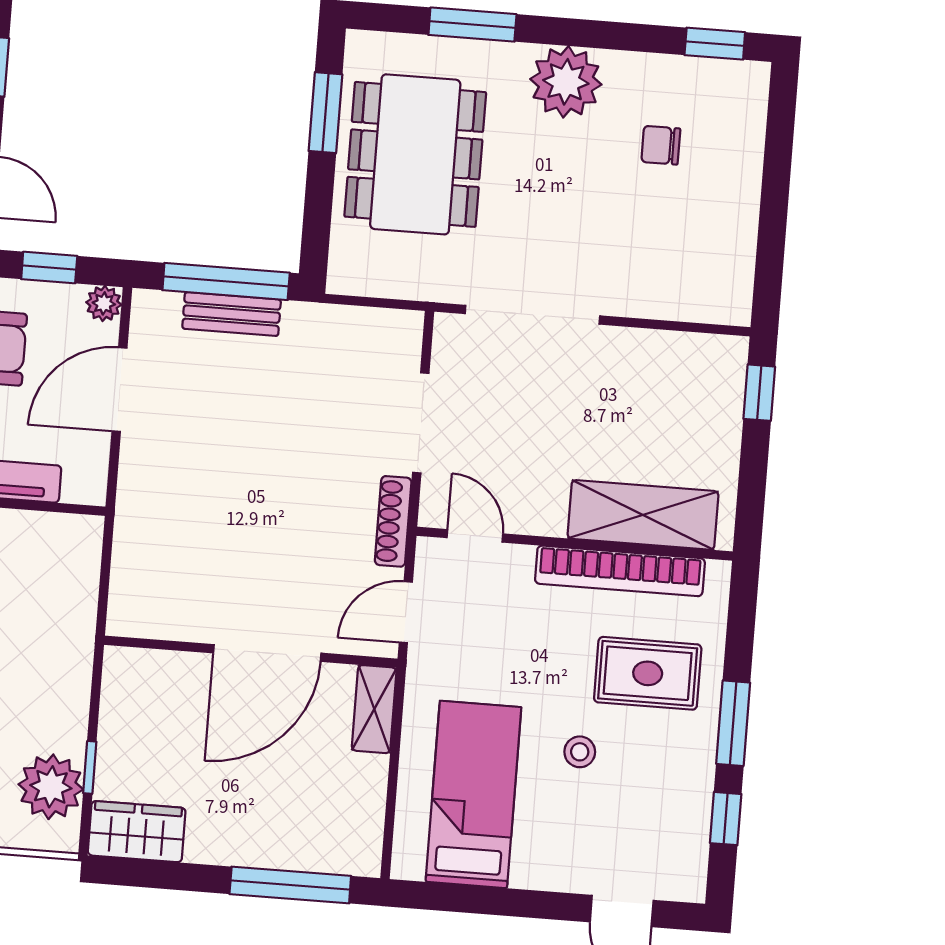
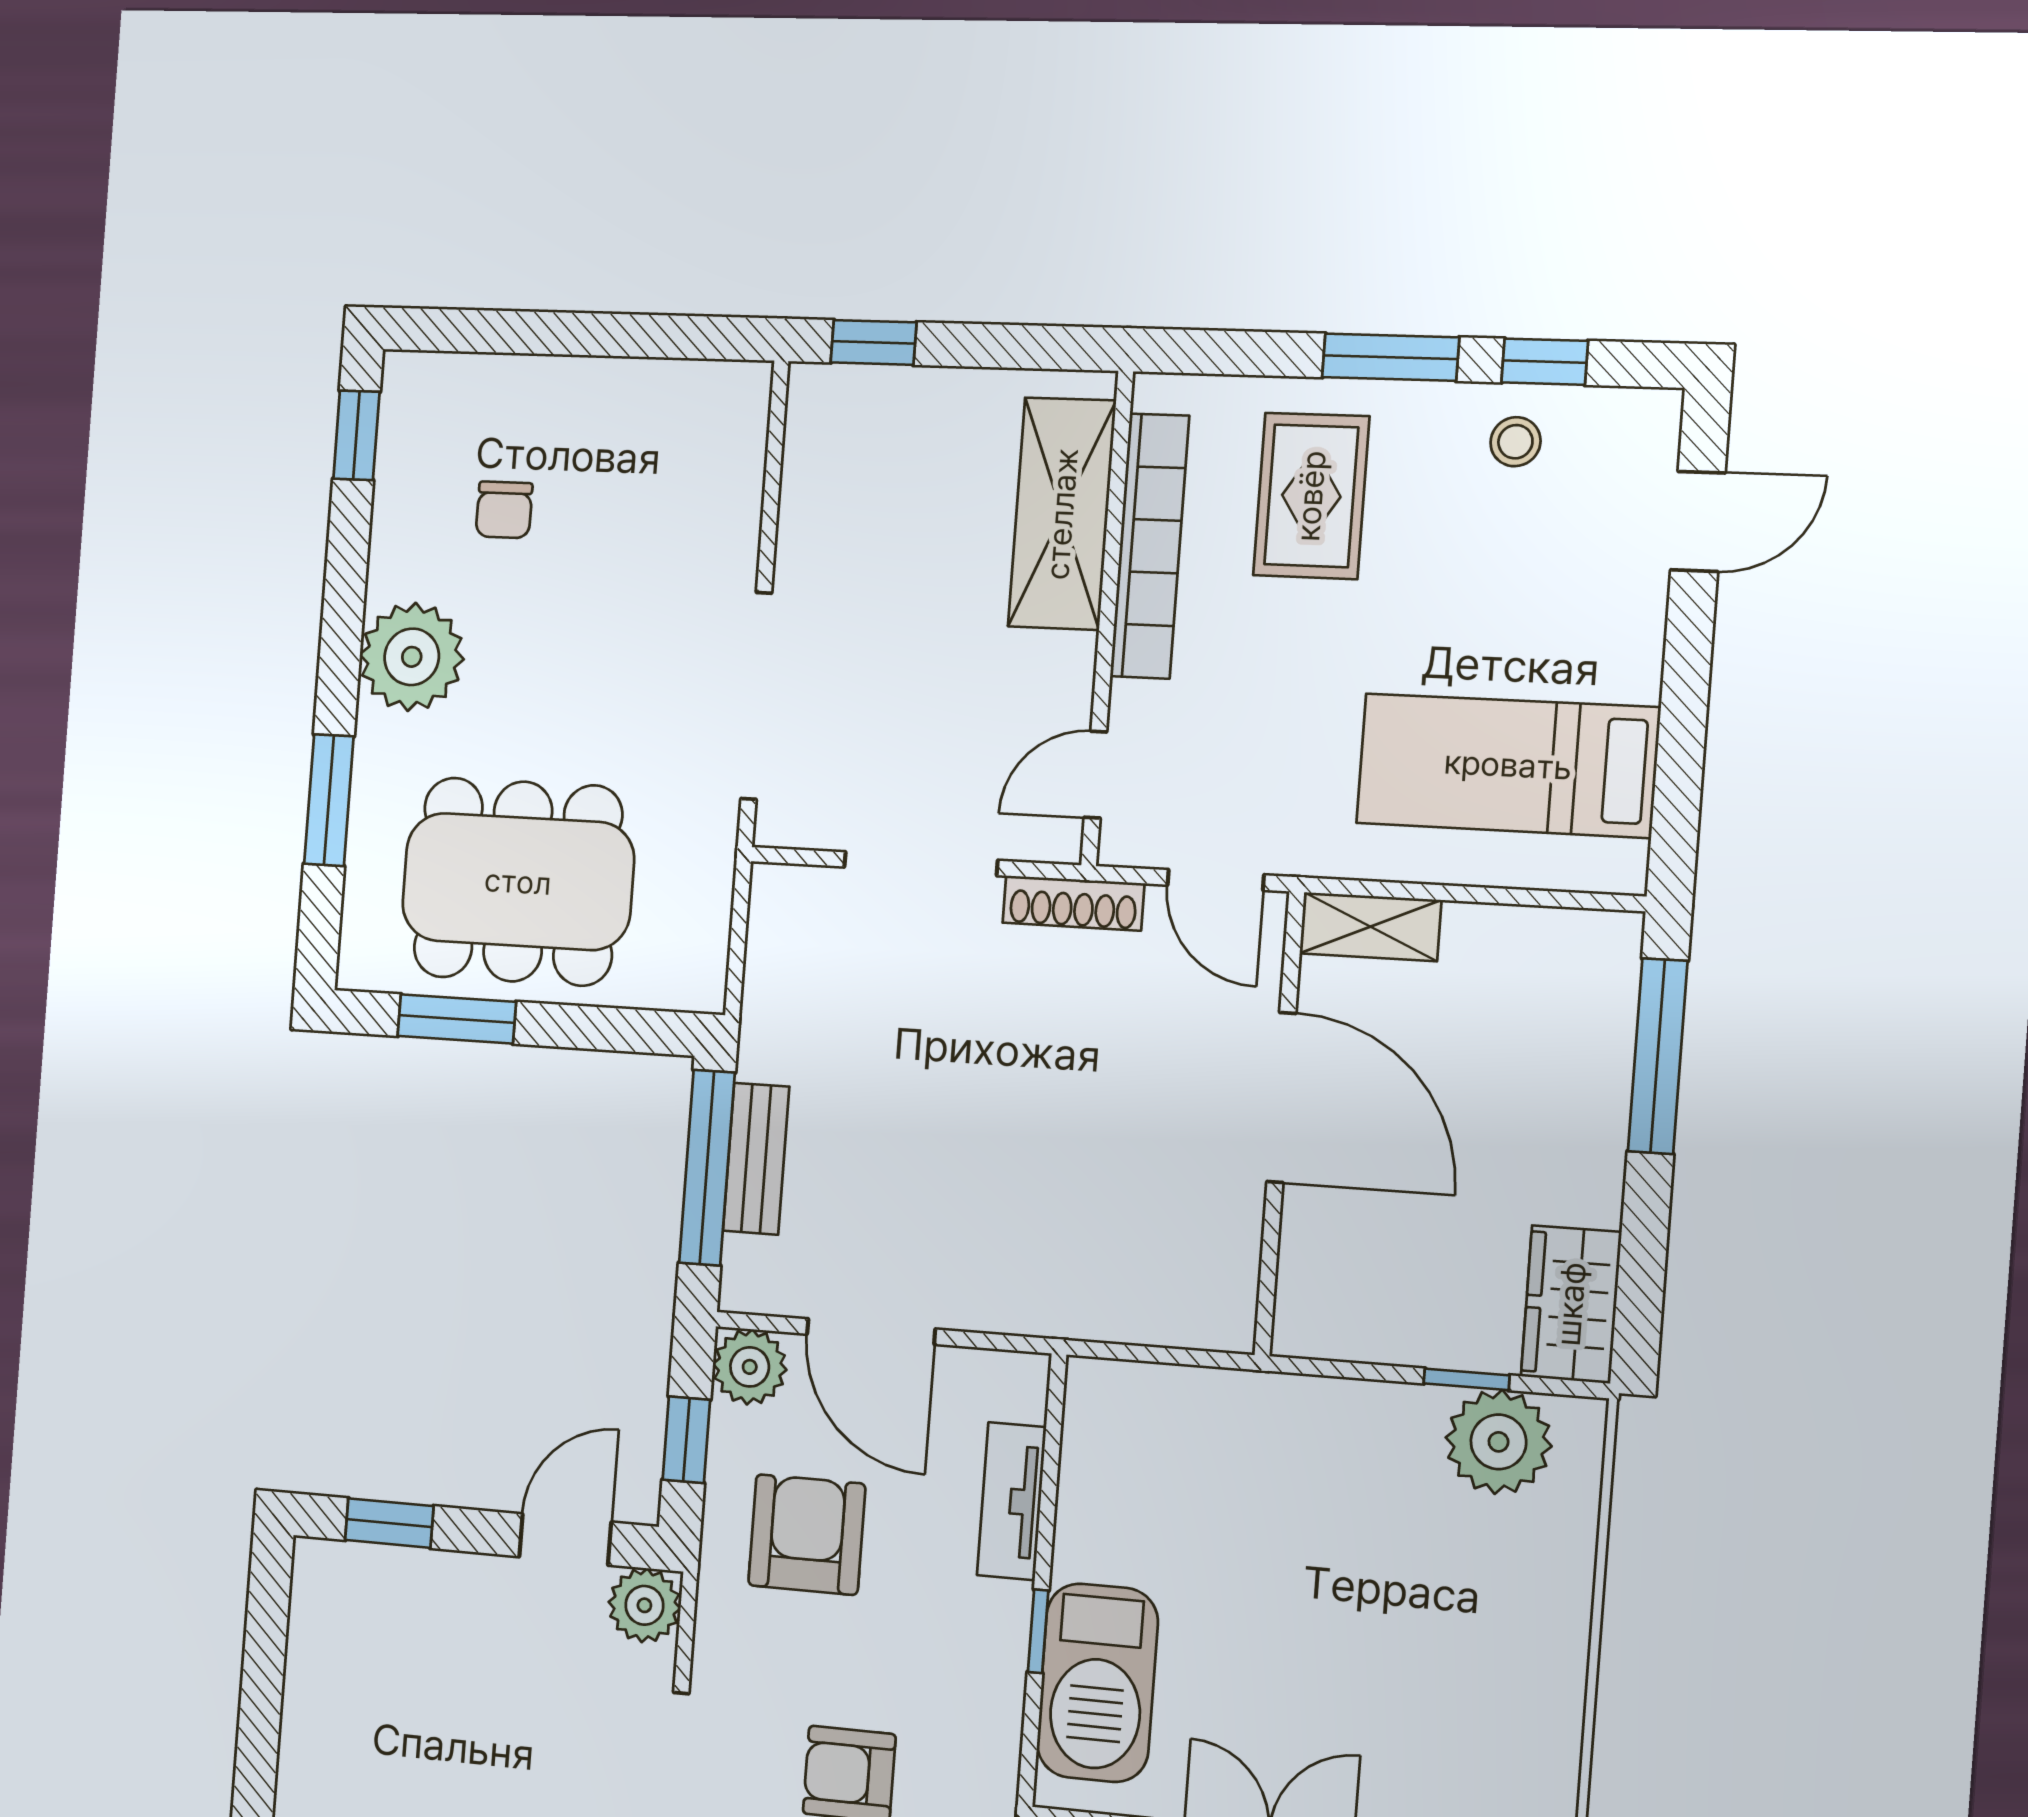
plant: (104, 303) -> (750, 1367), width x1.38, depth x1.38
stool: (580, 752) -> (1515, 442), moved

